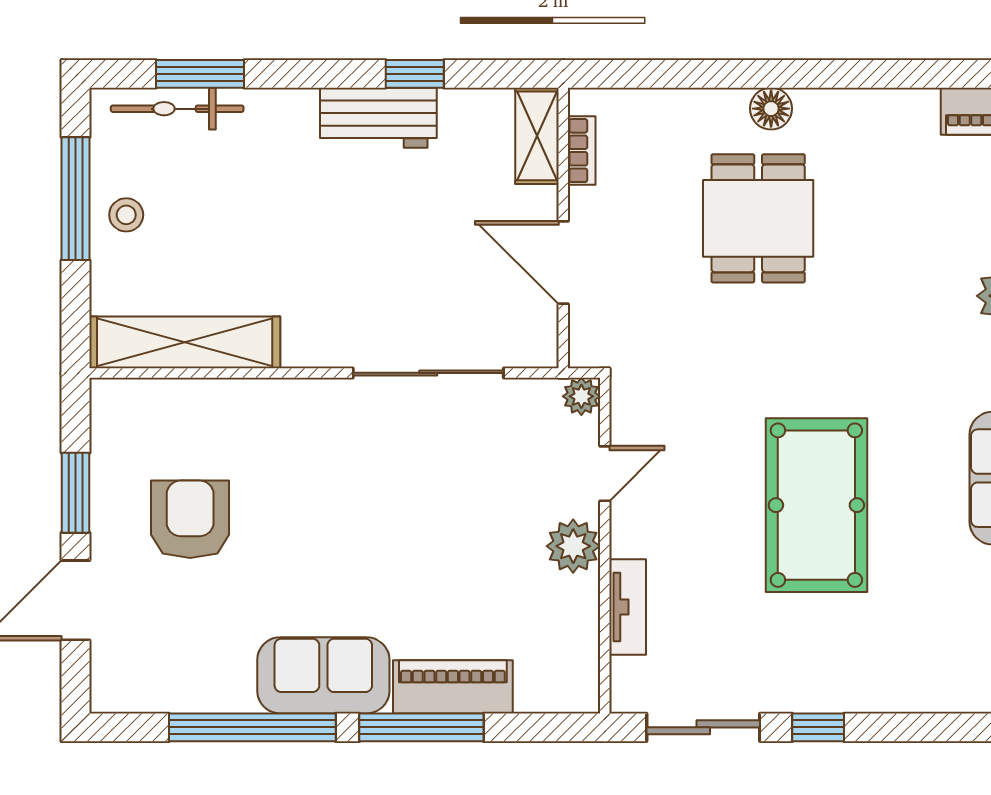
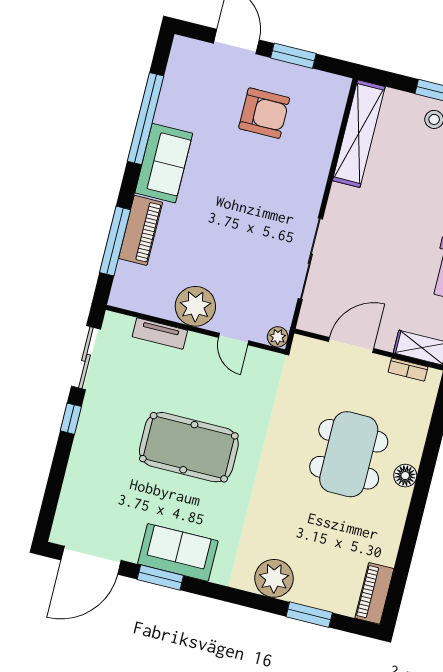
dining table: (758, 218) -> (349, 454), width x1.38
plant: (573, 546) -> (195, 306), width x1.36, depth x1.36
window: (421, 727) -> (115, 241), moved

